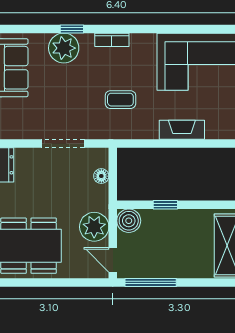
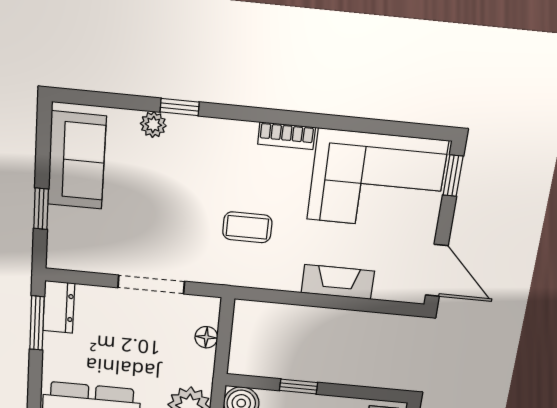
bookcase: (112, 40) -> (287, 136), moved
plant: (64, 48) -> (153, 125), width x0.53, depth x0.53

